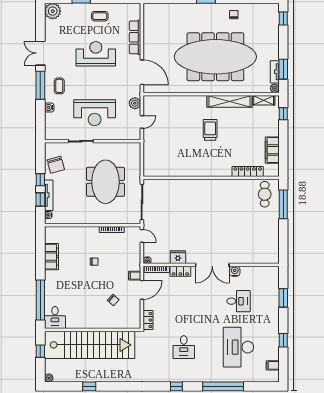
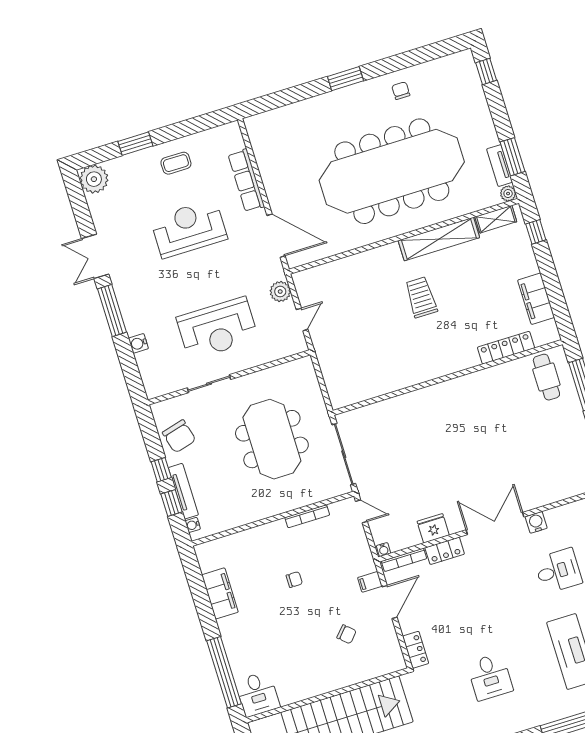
coffee table: (59, 86) -> (144, 302), removed
double door: (212, 265) -> (495, 523), swing flipped

